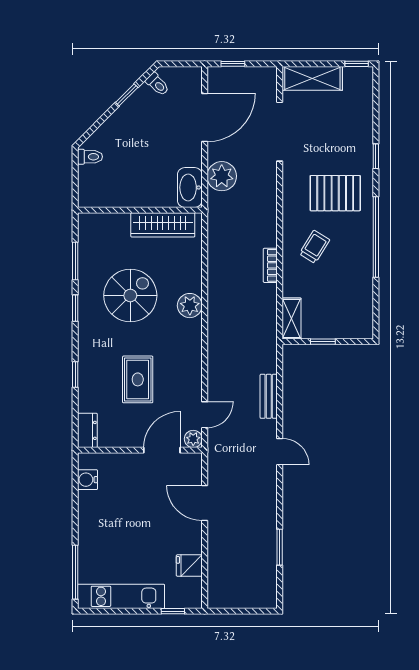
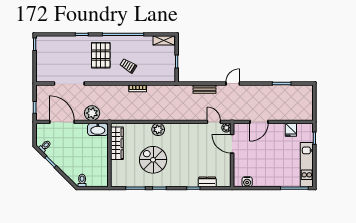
shelving: (312, 78) -> (42, 67), removed
shelving: (292, 318) -> (164, 40), moved
rug: (138, 379) -> (196, 156), removed
dresser: (87, 430) -> (207, 182), moved

